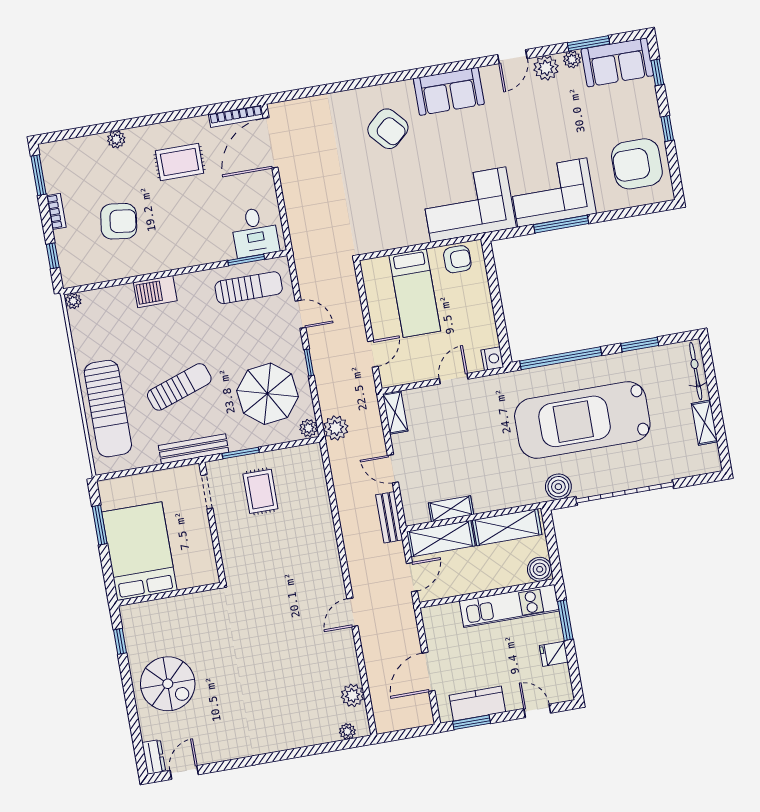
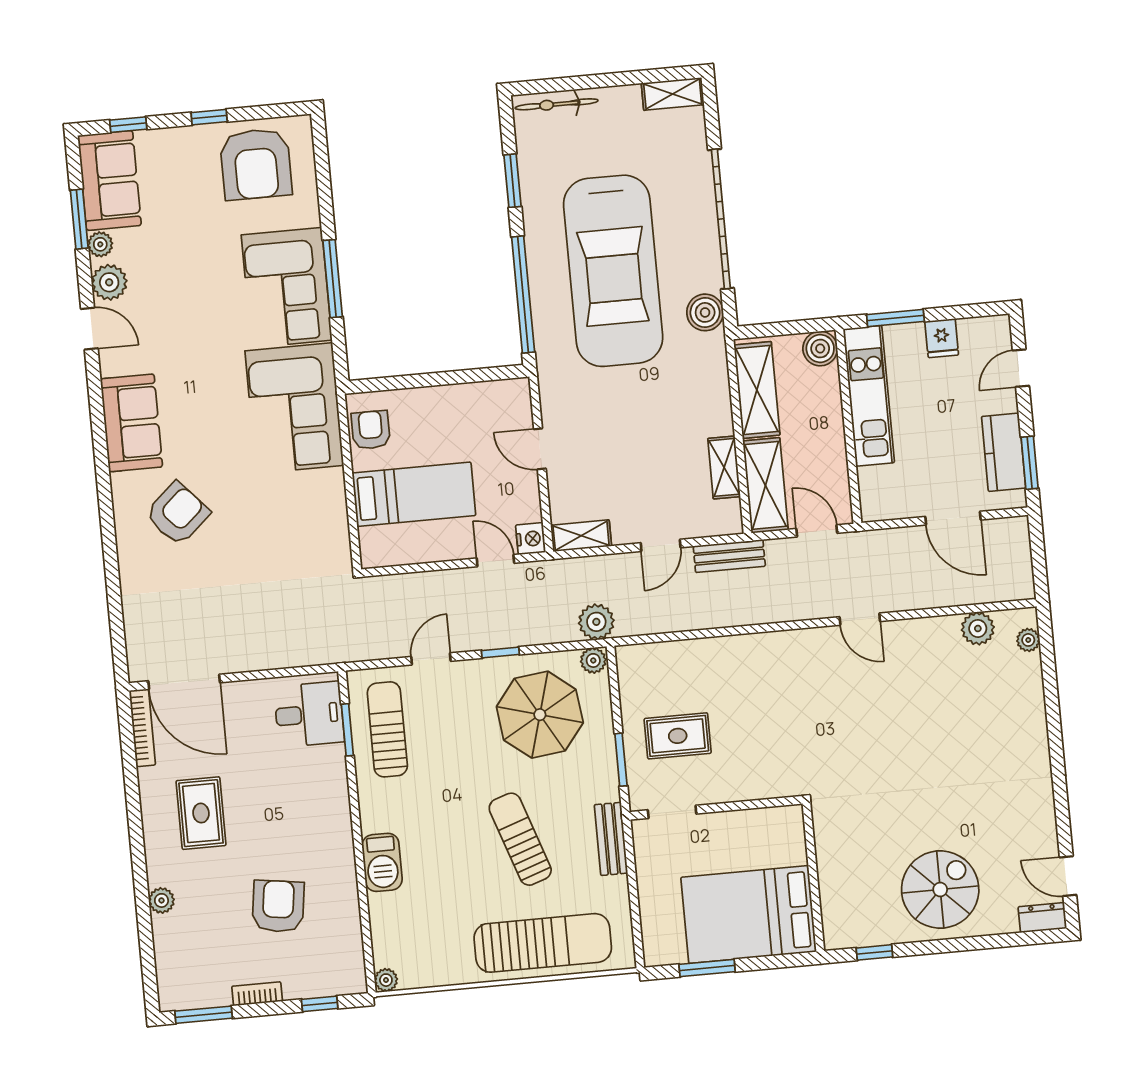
nightstand: (492, 359) -> (531, 539), moved, turned 90
shelving: (704, 423) -> (673, 94), moved
bench: (194, 449) -> (611, 839), width x0.73

